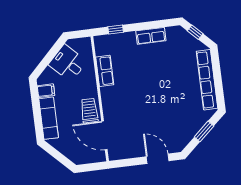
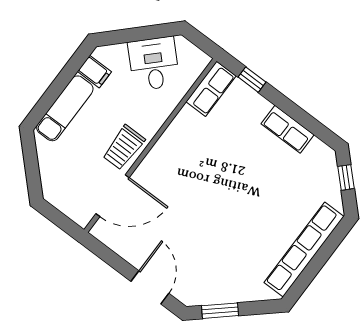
row of seats: (105, 71) -> (211, 89), moved
trolley: (89, 111) -> (124, 147), turned 180
window: (204, 131) -> (220, 311), moved
door: (104, 135) -> (113, 196), swing flipped

